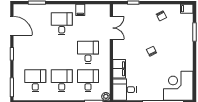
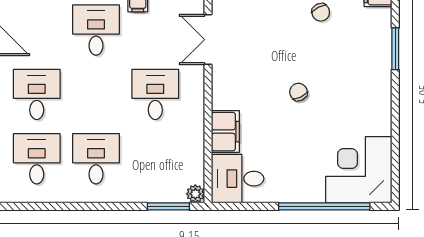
double door: (111, 28) -> (208, 40), swing flipped
desk: (88, 81) -> (37, 94), moved

